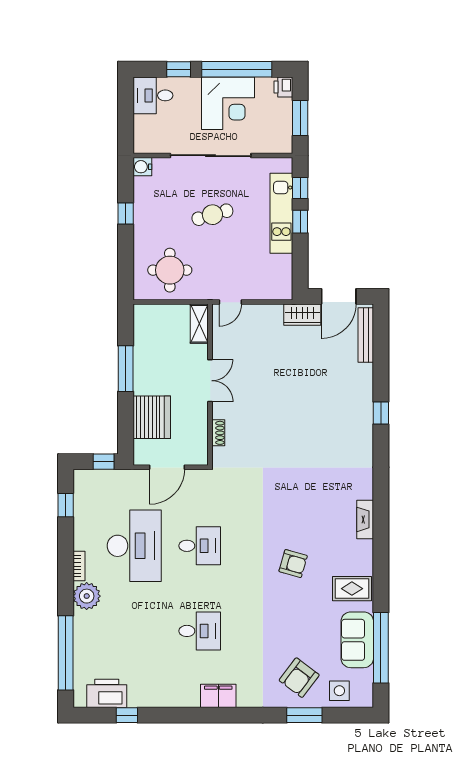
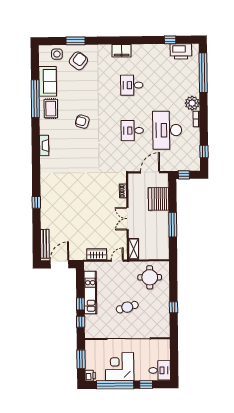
water cooler: (142, 167) -> (165, 332), removed
kitchen unit: (281, 213) -> (90, 293), moved
wardrobe: (302, 315) -> (97, 254), moved
rug: (352, 589) -> (51, 109), turned 90
window: (381, 648) -> (35, 99), moved

